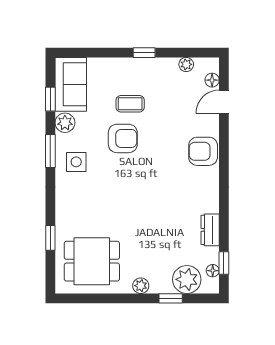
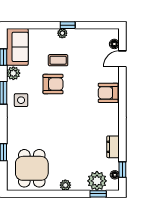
plant: (186, 64) -> (62, 33), moved
dining table: (92, 261) -> (32, 168), turned 90
window: (171, 298) -> (98, 194), moved

